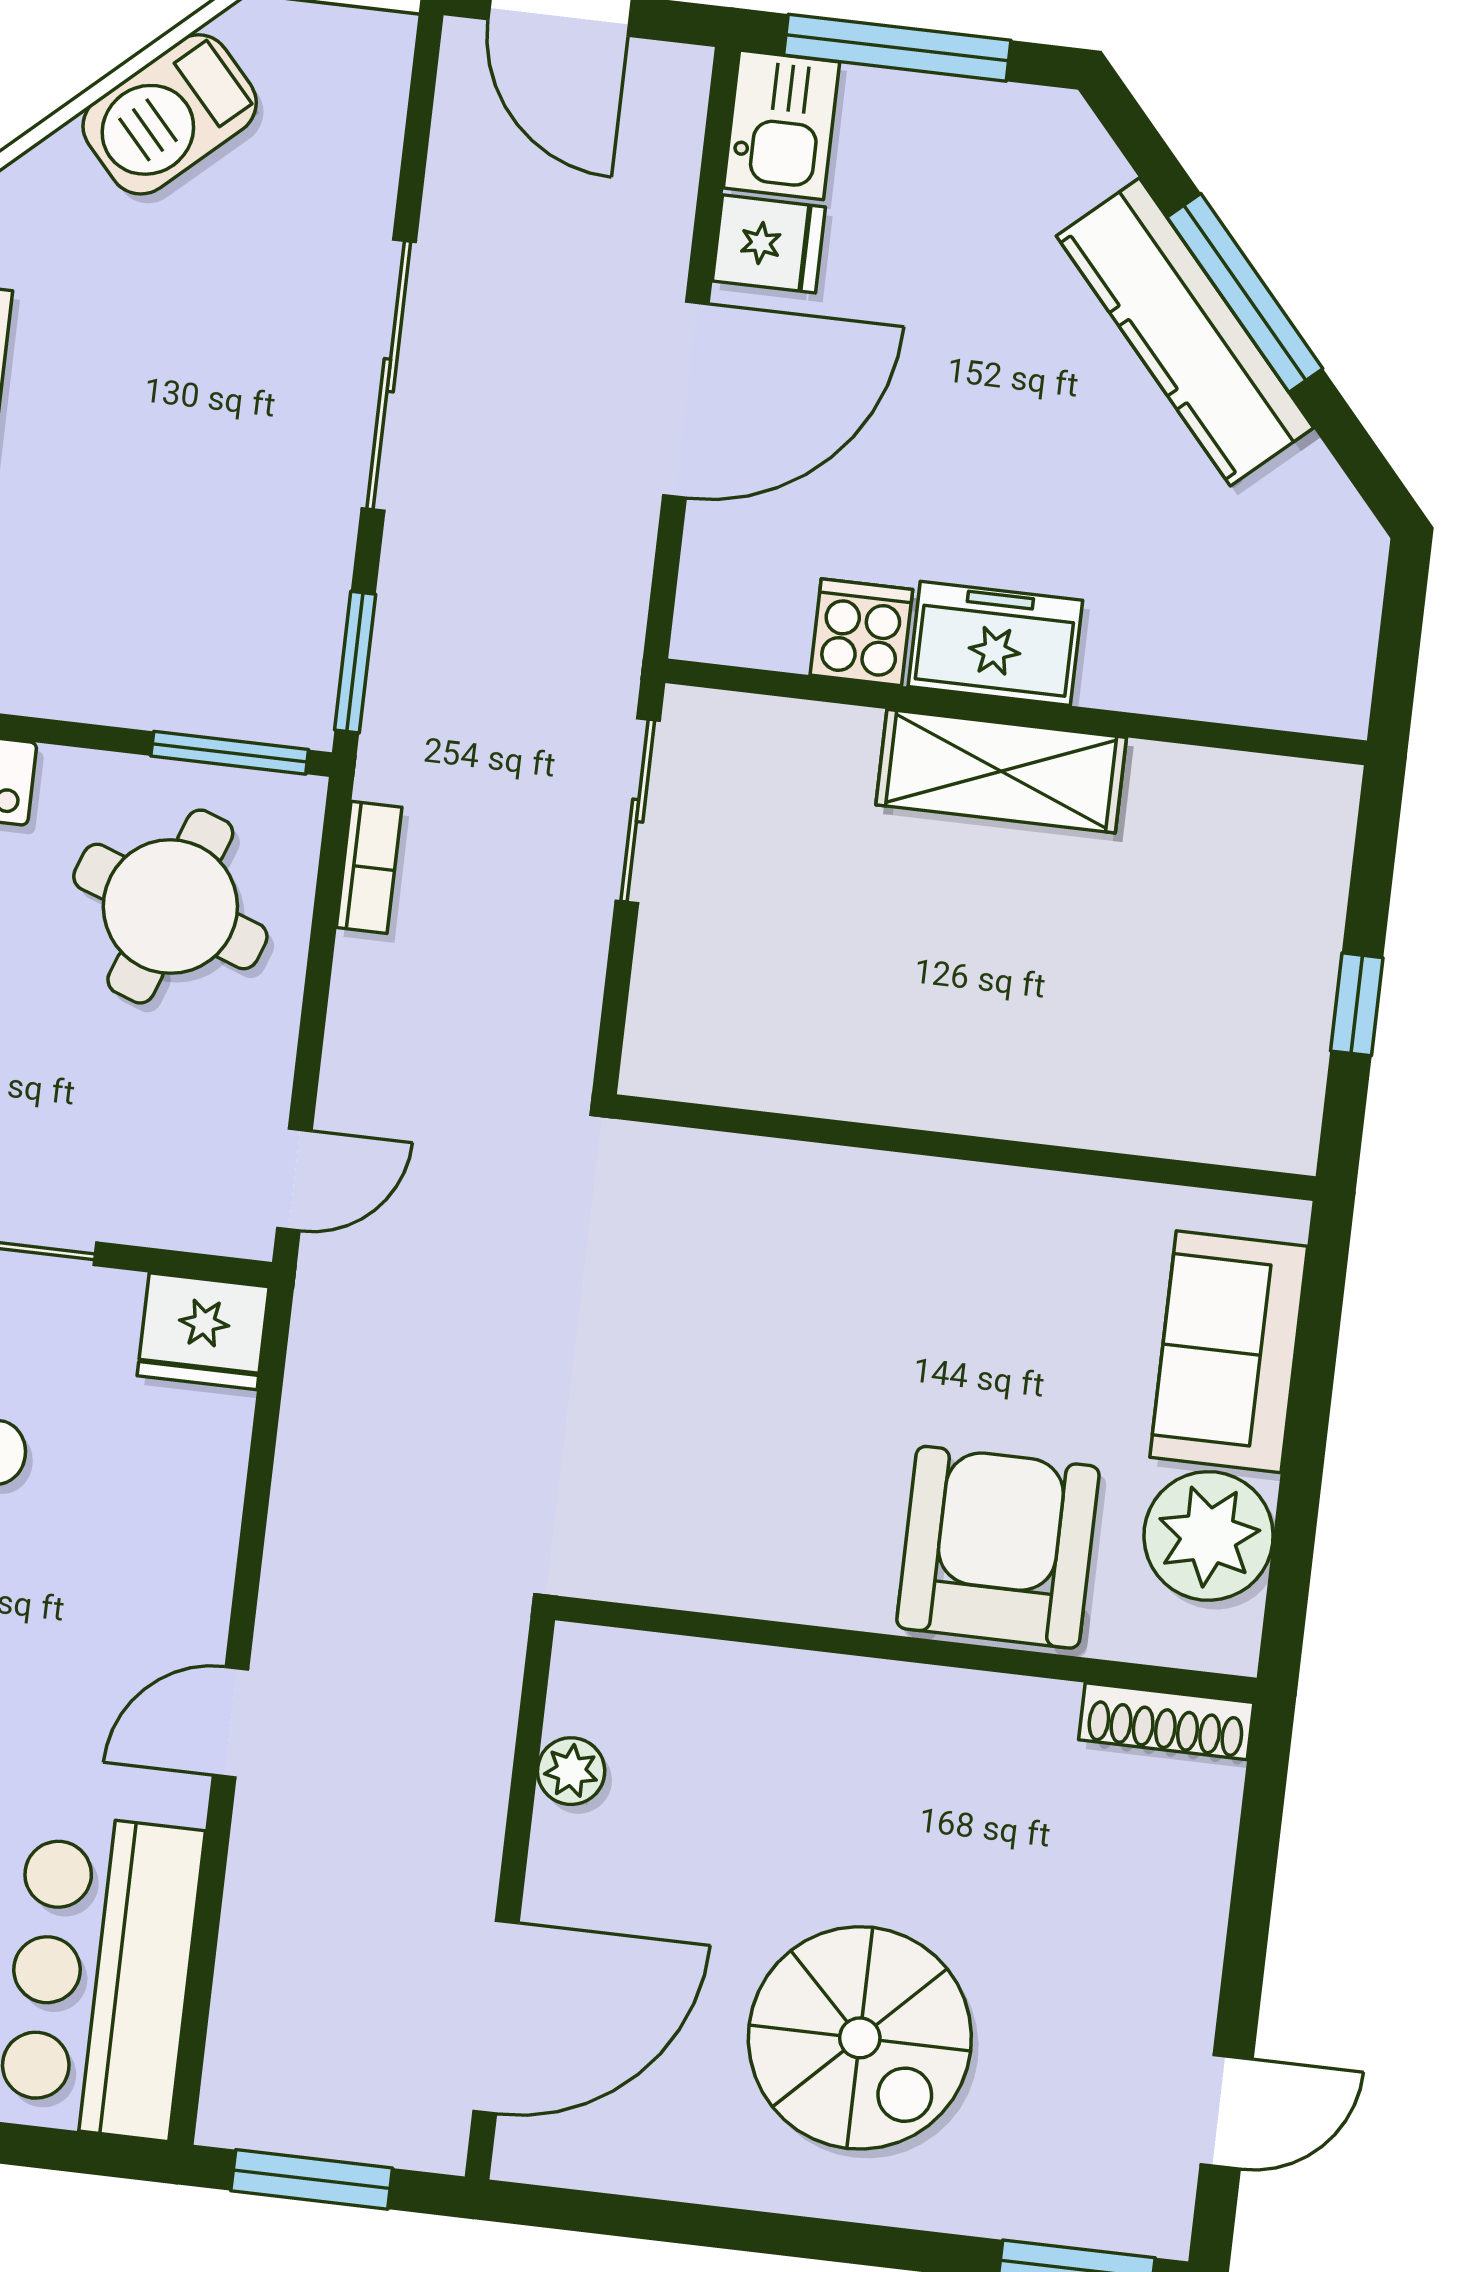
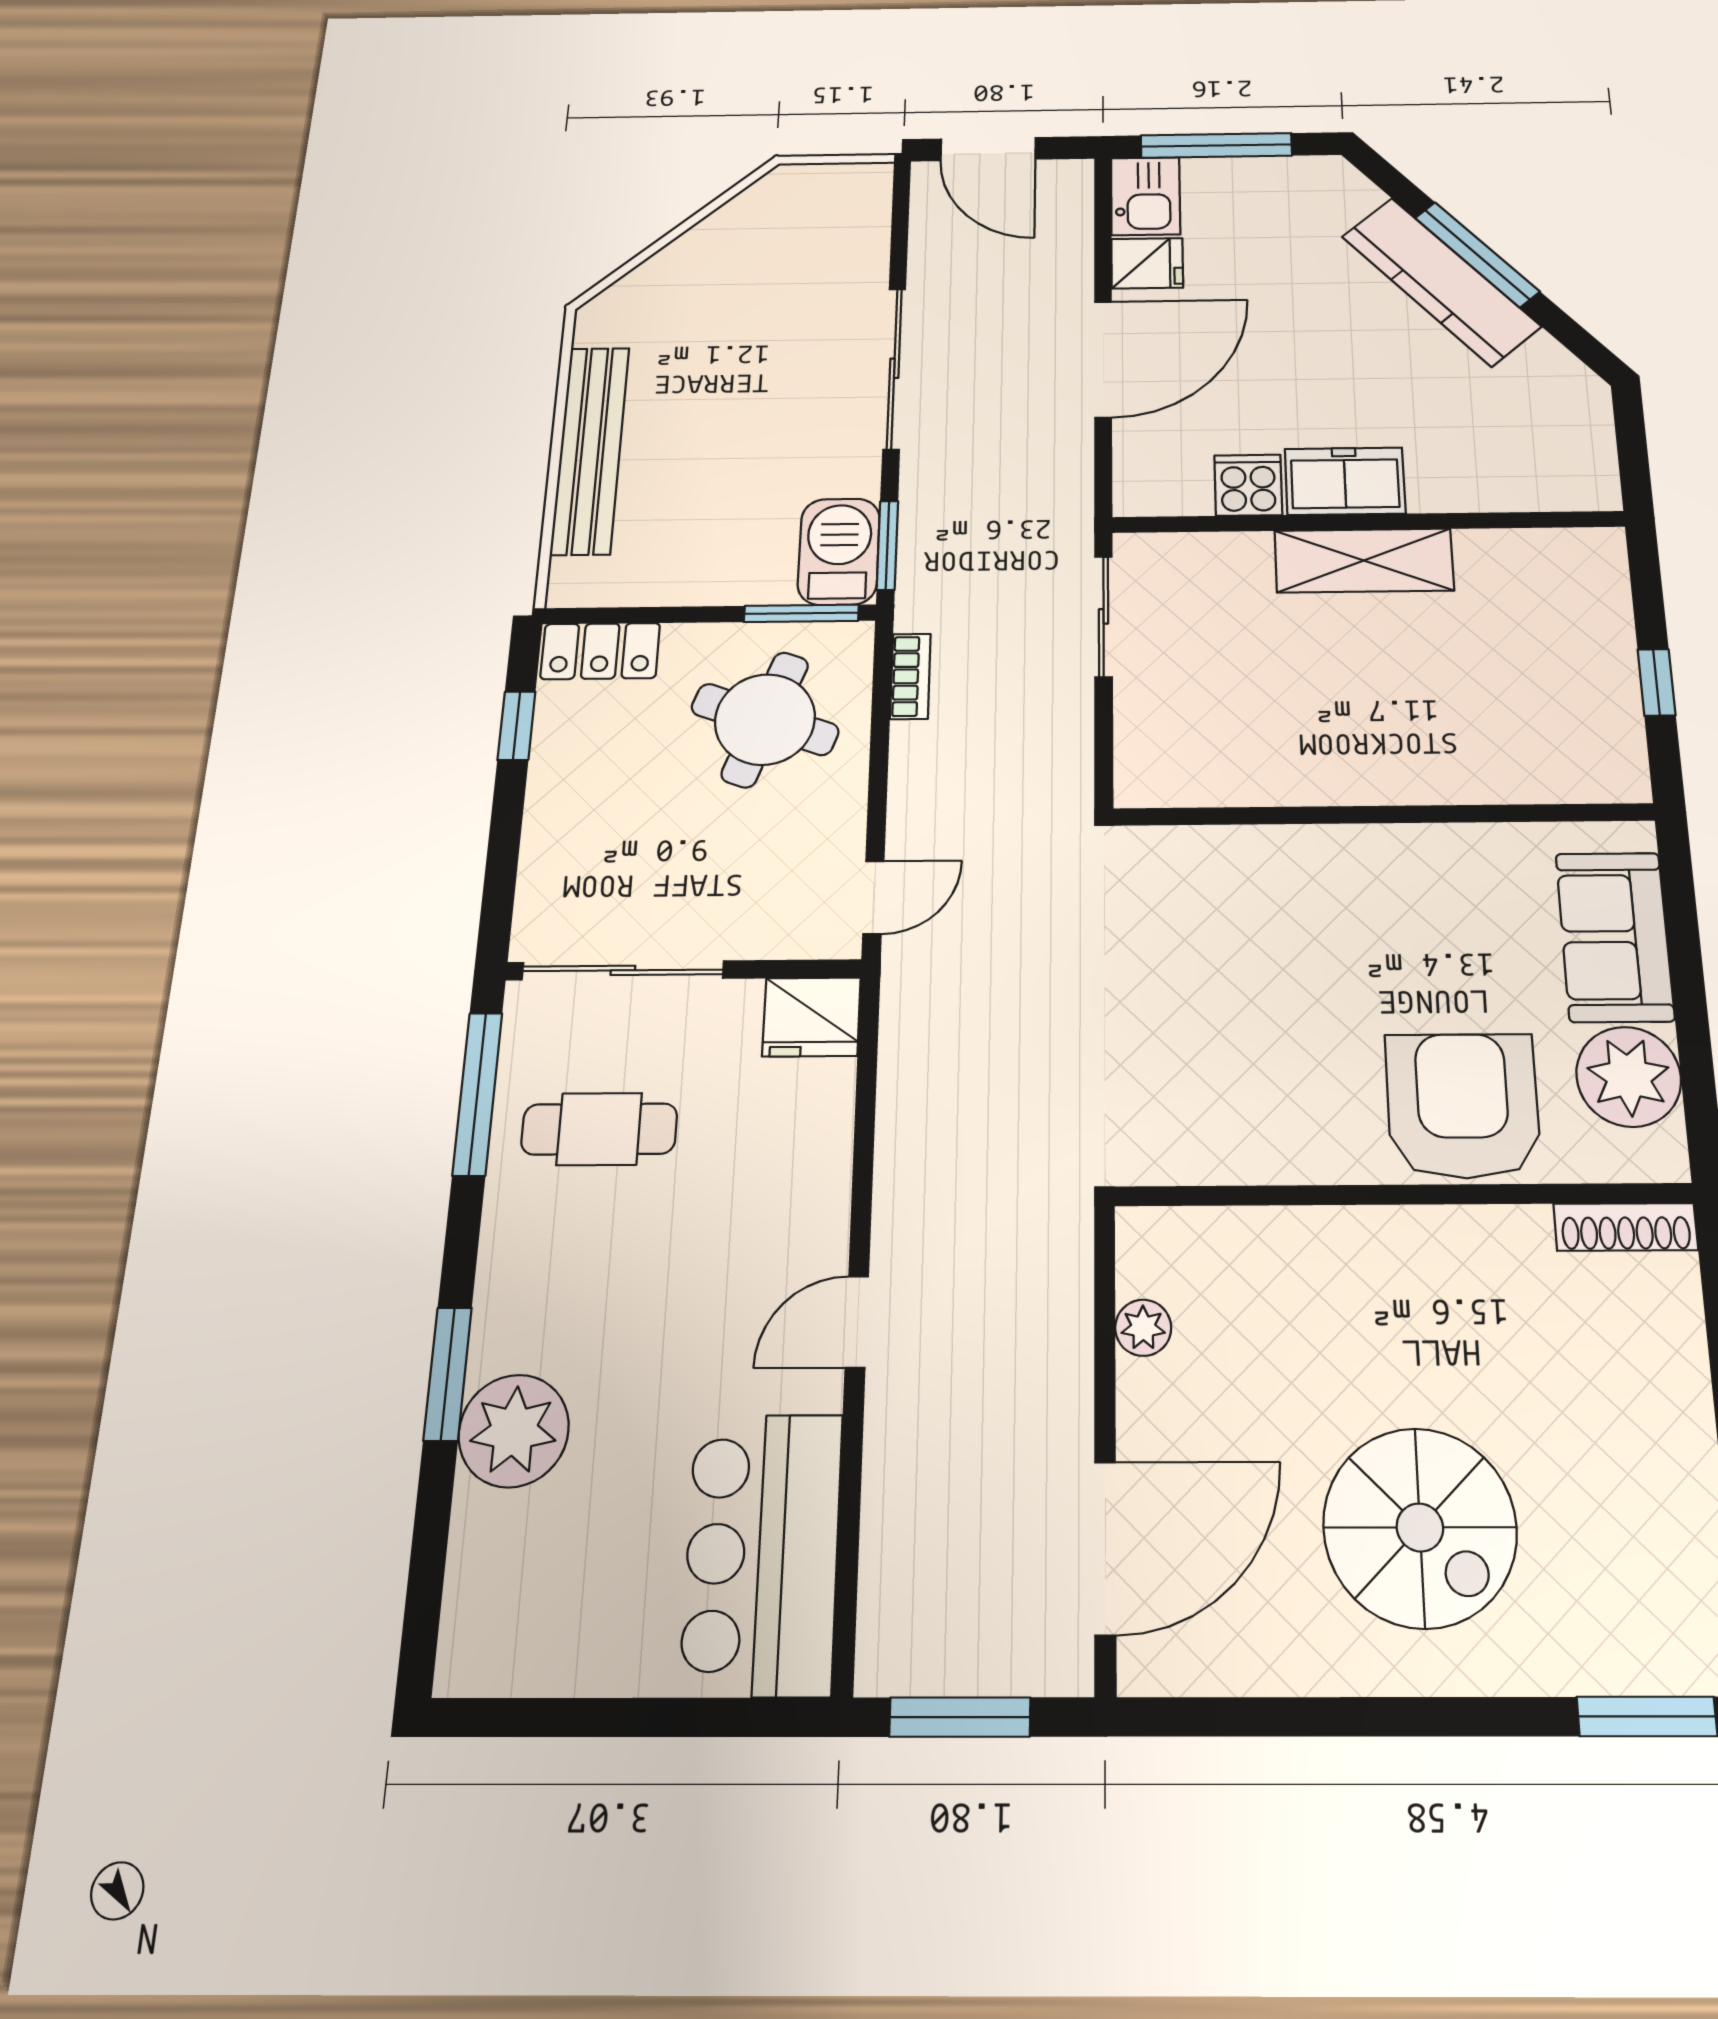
barbecue: (170, 114) -> (839, 551), moved, turned 132

